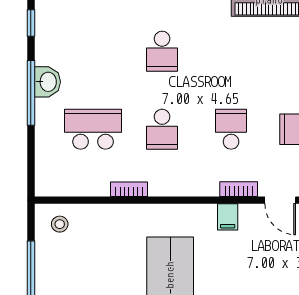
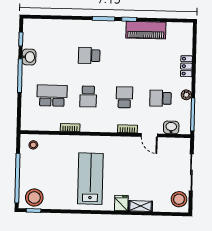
school desk: (162, 51) -> (89, 56), turned 90
washbasin: (47, 82) -> (29, 57), moved
filing cabinet: (228, 217) -> (121, 143), removed

